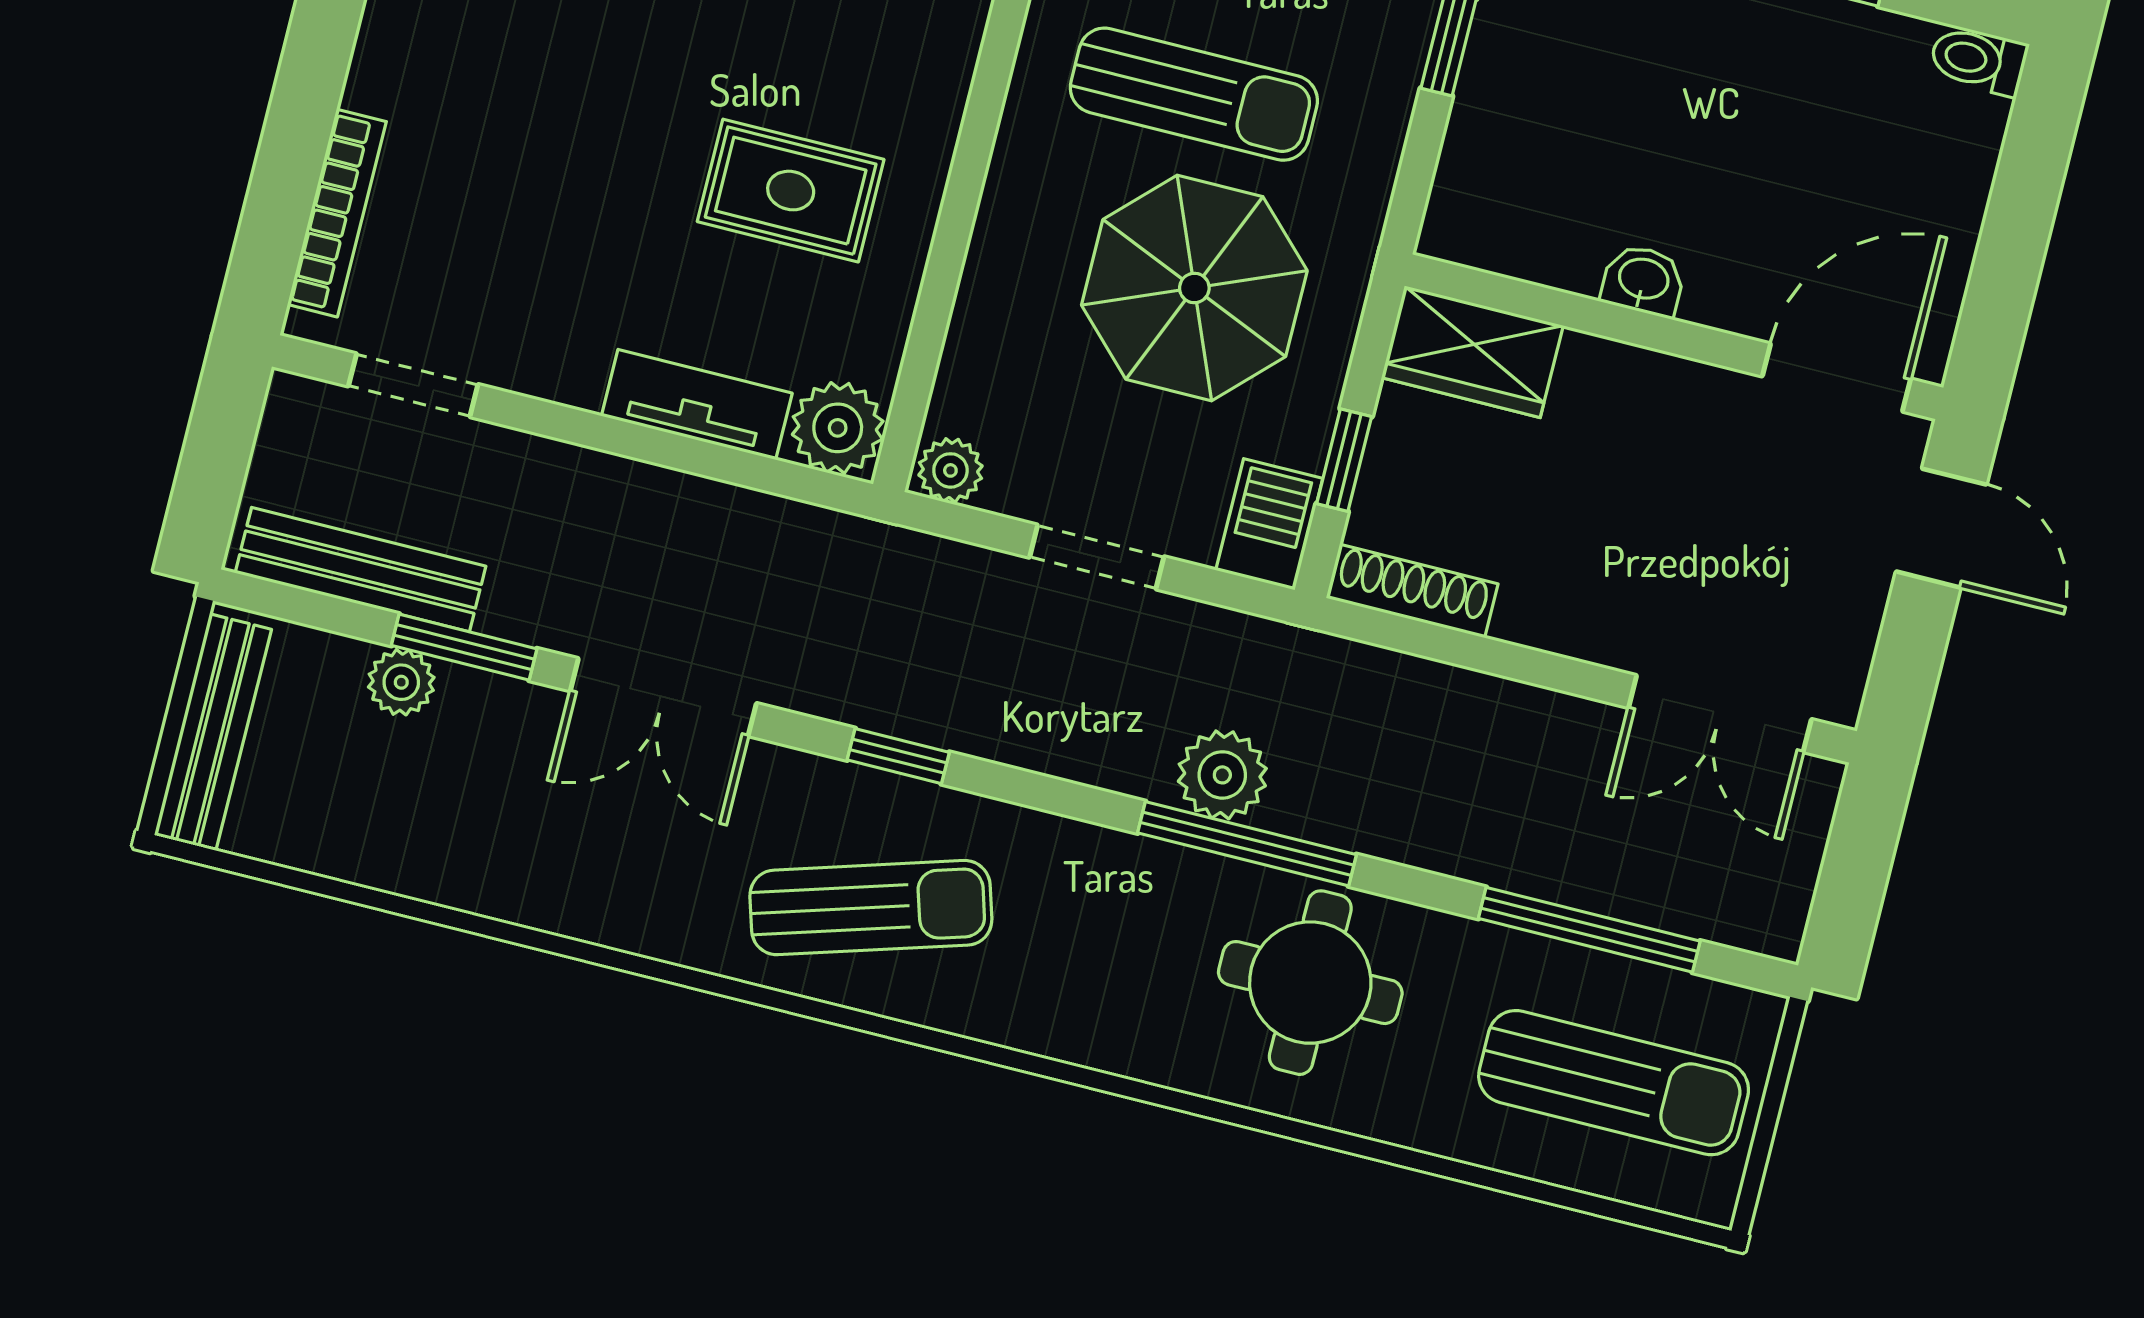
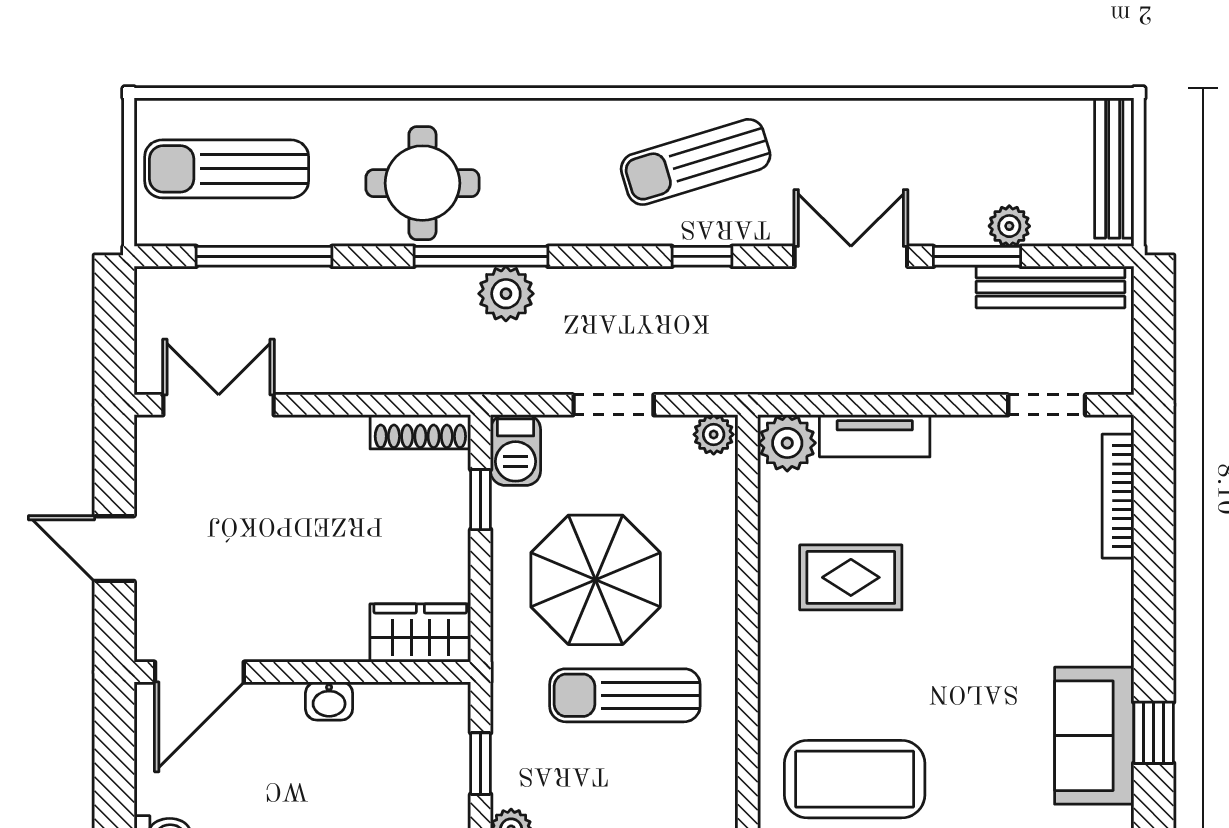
washbasin: (1643, 280) -> (329, 701), moved
wall: (1674, 337) -> (302, 672), moved
wardrobe: (1472, 352) -> (420, 633), moved
door: (1836, 378) -> (199, 672), moved

